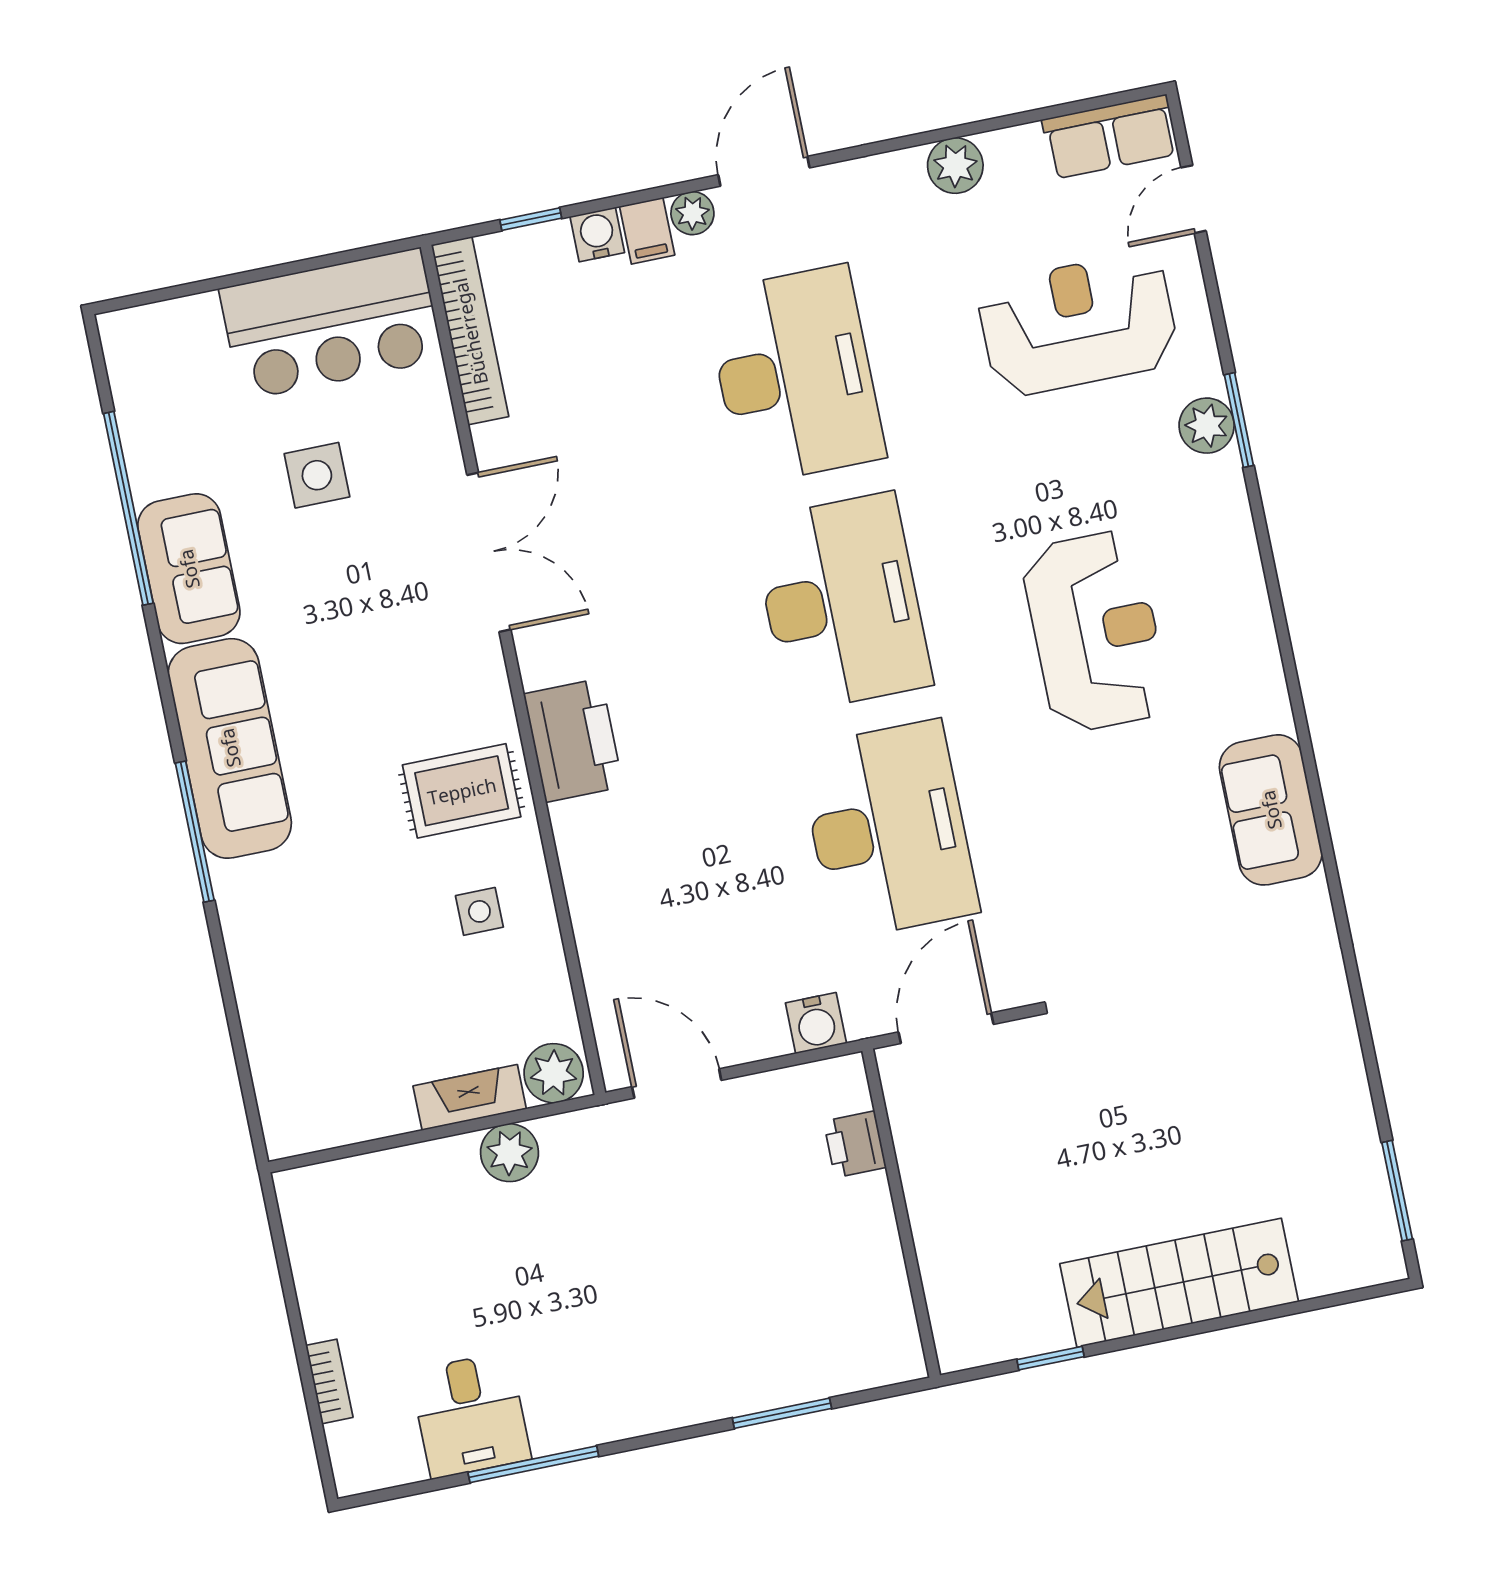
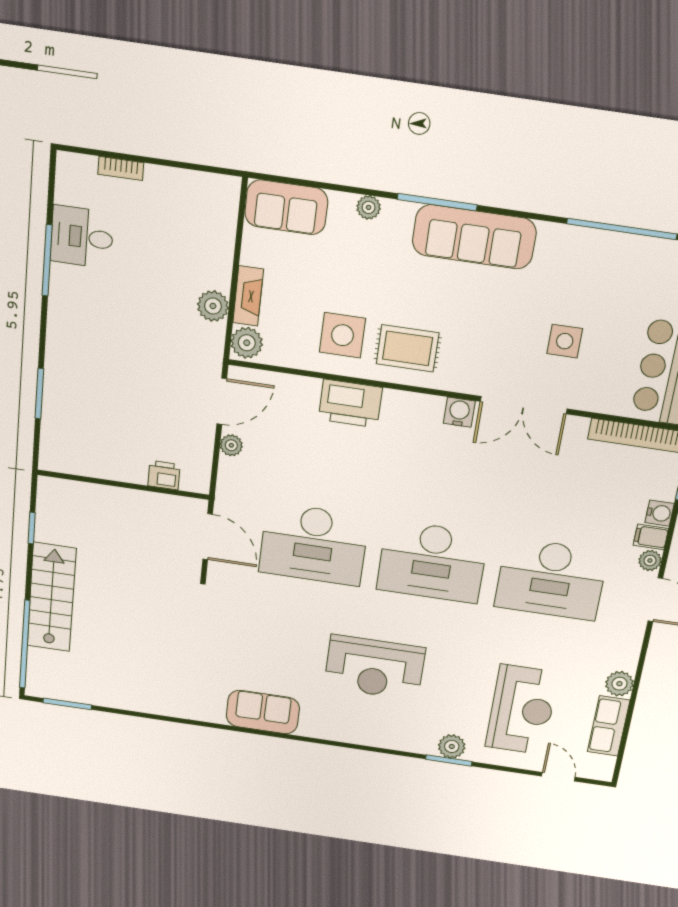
row of seats: (1110, 137) -> (609, 726), moved
side table: (317, 475) -> (565, 341), moved
sofa: (189, 569) -> (286, 207), moved
printer: (573, 740) -> (350, 403), moved
rug: (462, 791) -> (408, 348), turned 90
side table: (479, 911) -> (342, 335), width x1.87, depth x1.87
plant: (245, 943) -> (369, 207), added
water cooler: (816, 1023) -> (459, 412), moved, turned 90
plant: (753, 1041) -> (231, 445), added
window: (1298, 1307) -> (25, 644), added

